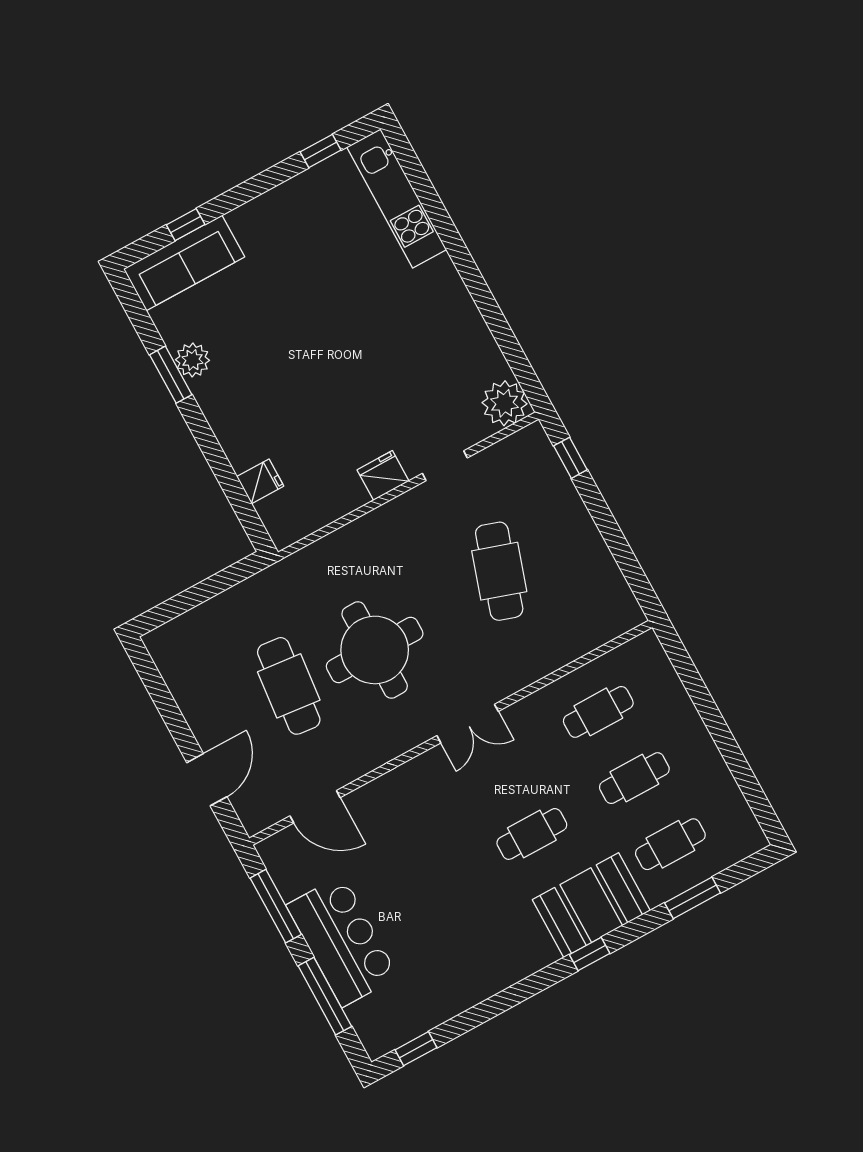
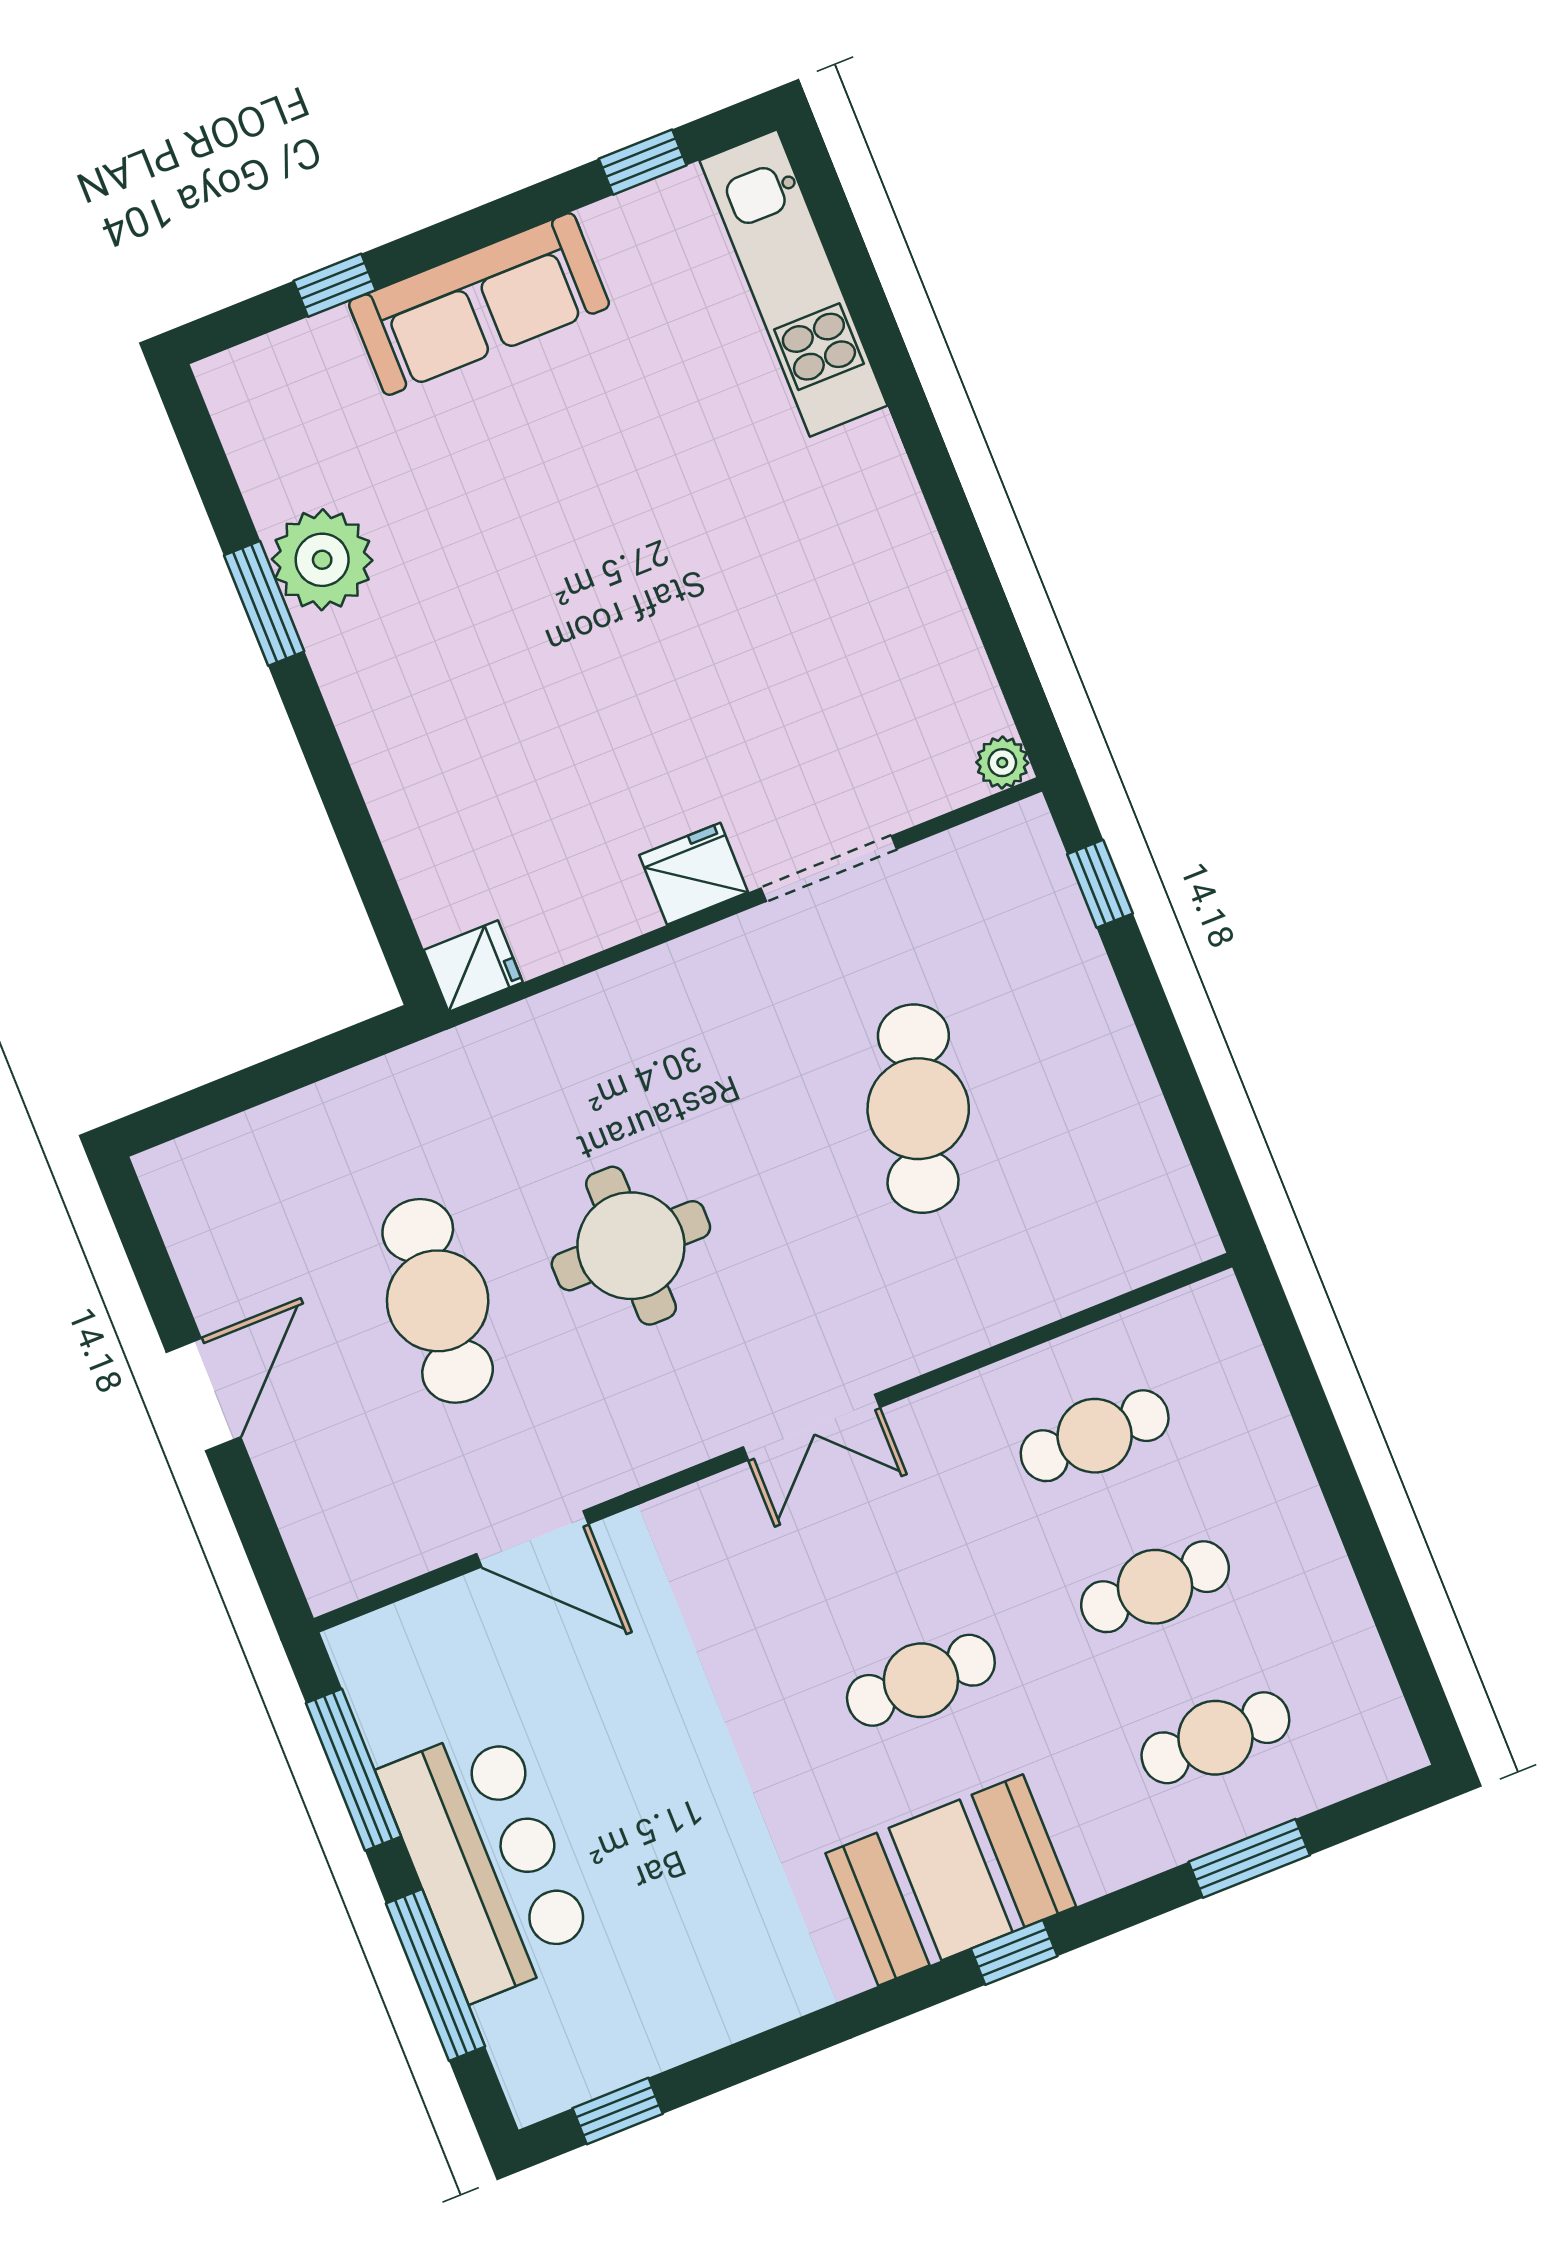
sofa: (184, 263) -> (479, 304), moved
plant: (192, 360) -> (322, 560), width x1.36, depth x1.36
plant: (505, 403) -> (1002, 763), width x0.53, depth x0.53
doorway: (445, 466) -> (829, 869), width x1.38
fridge: (260, 481) -> (473, 966), moved
round table: (375, 650) -> (631, 1246), width x0.73, depth x0.73
door: (207, 780) -> (203, 1395), moved
door: (315, 807) -> (532, 1539), moved
booth: (591, 905) -> (951, 1880), moved

